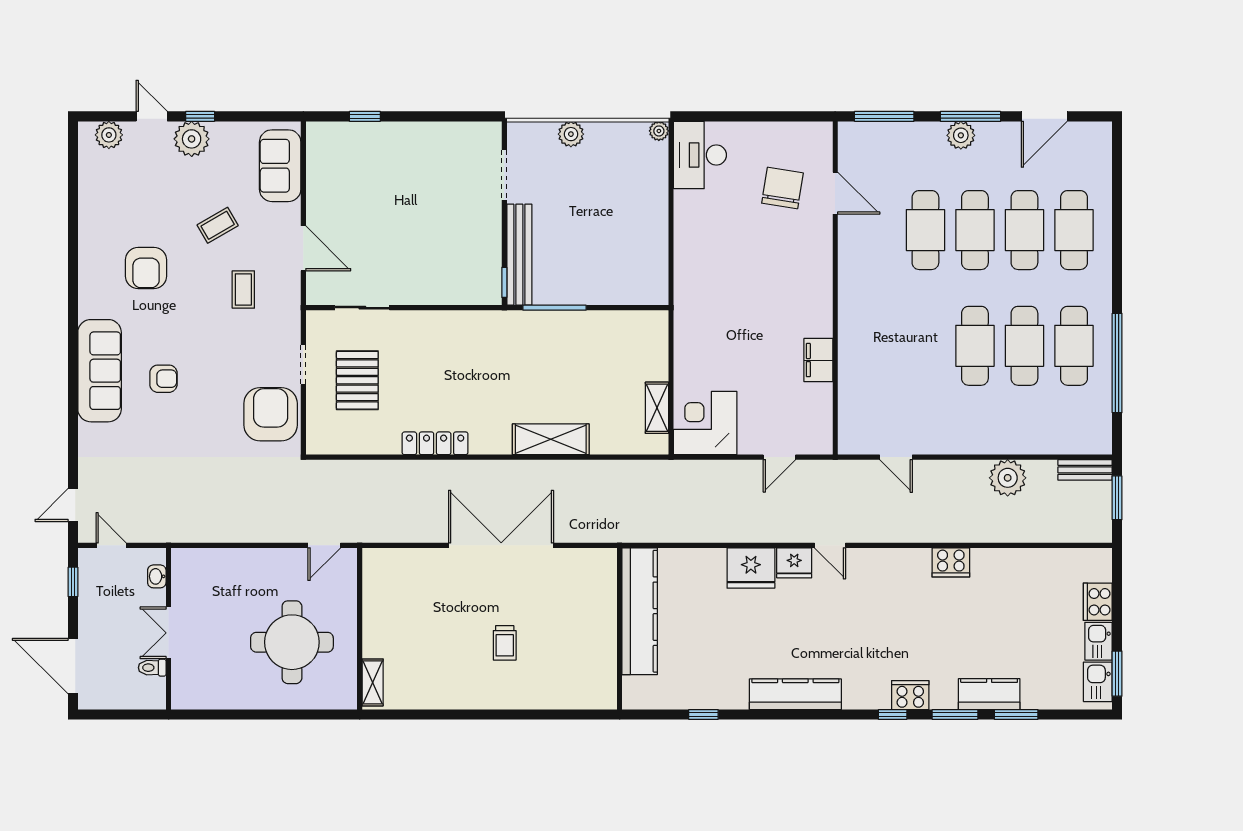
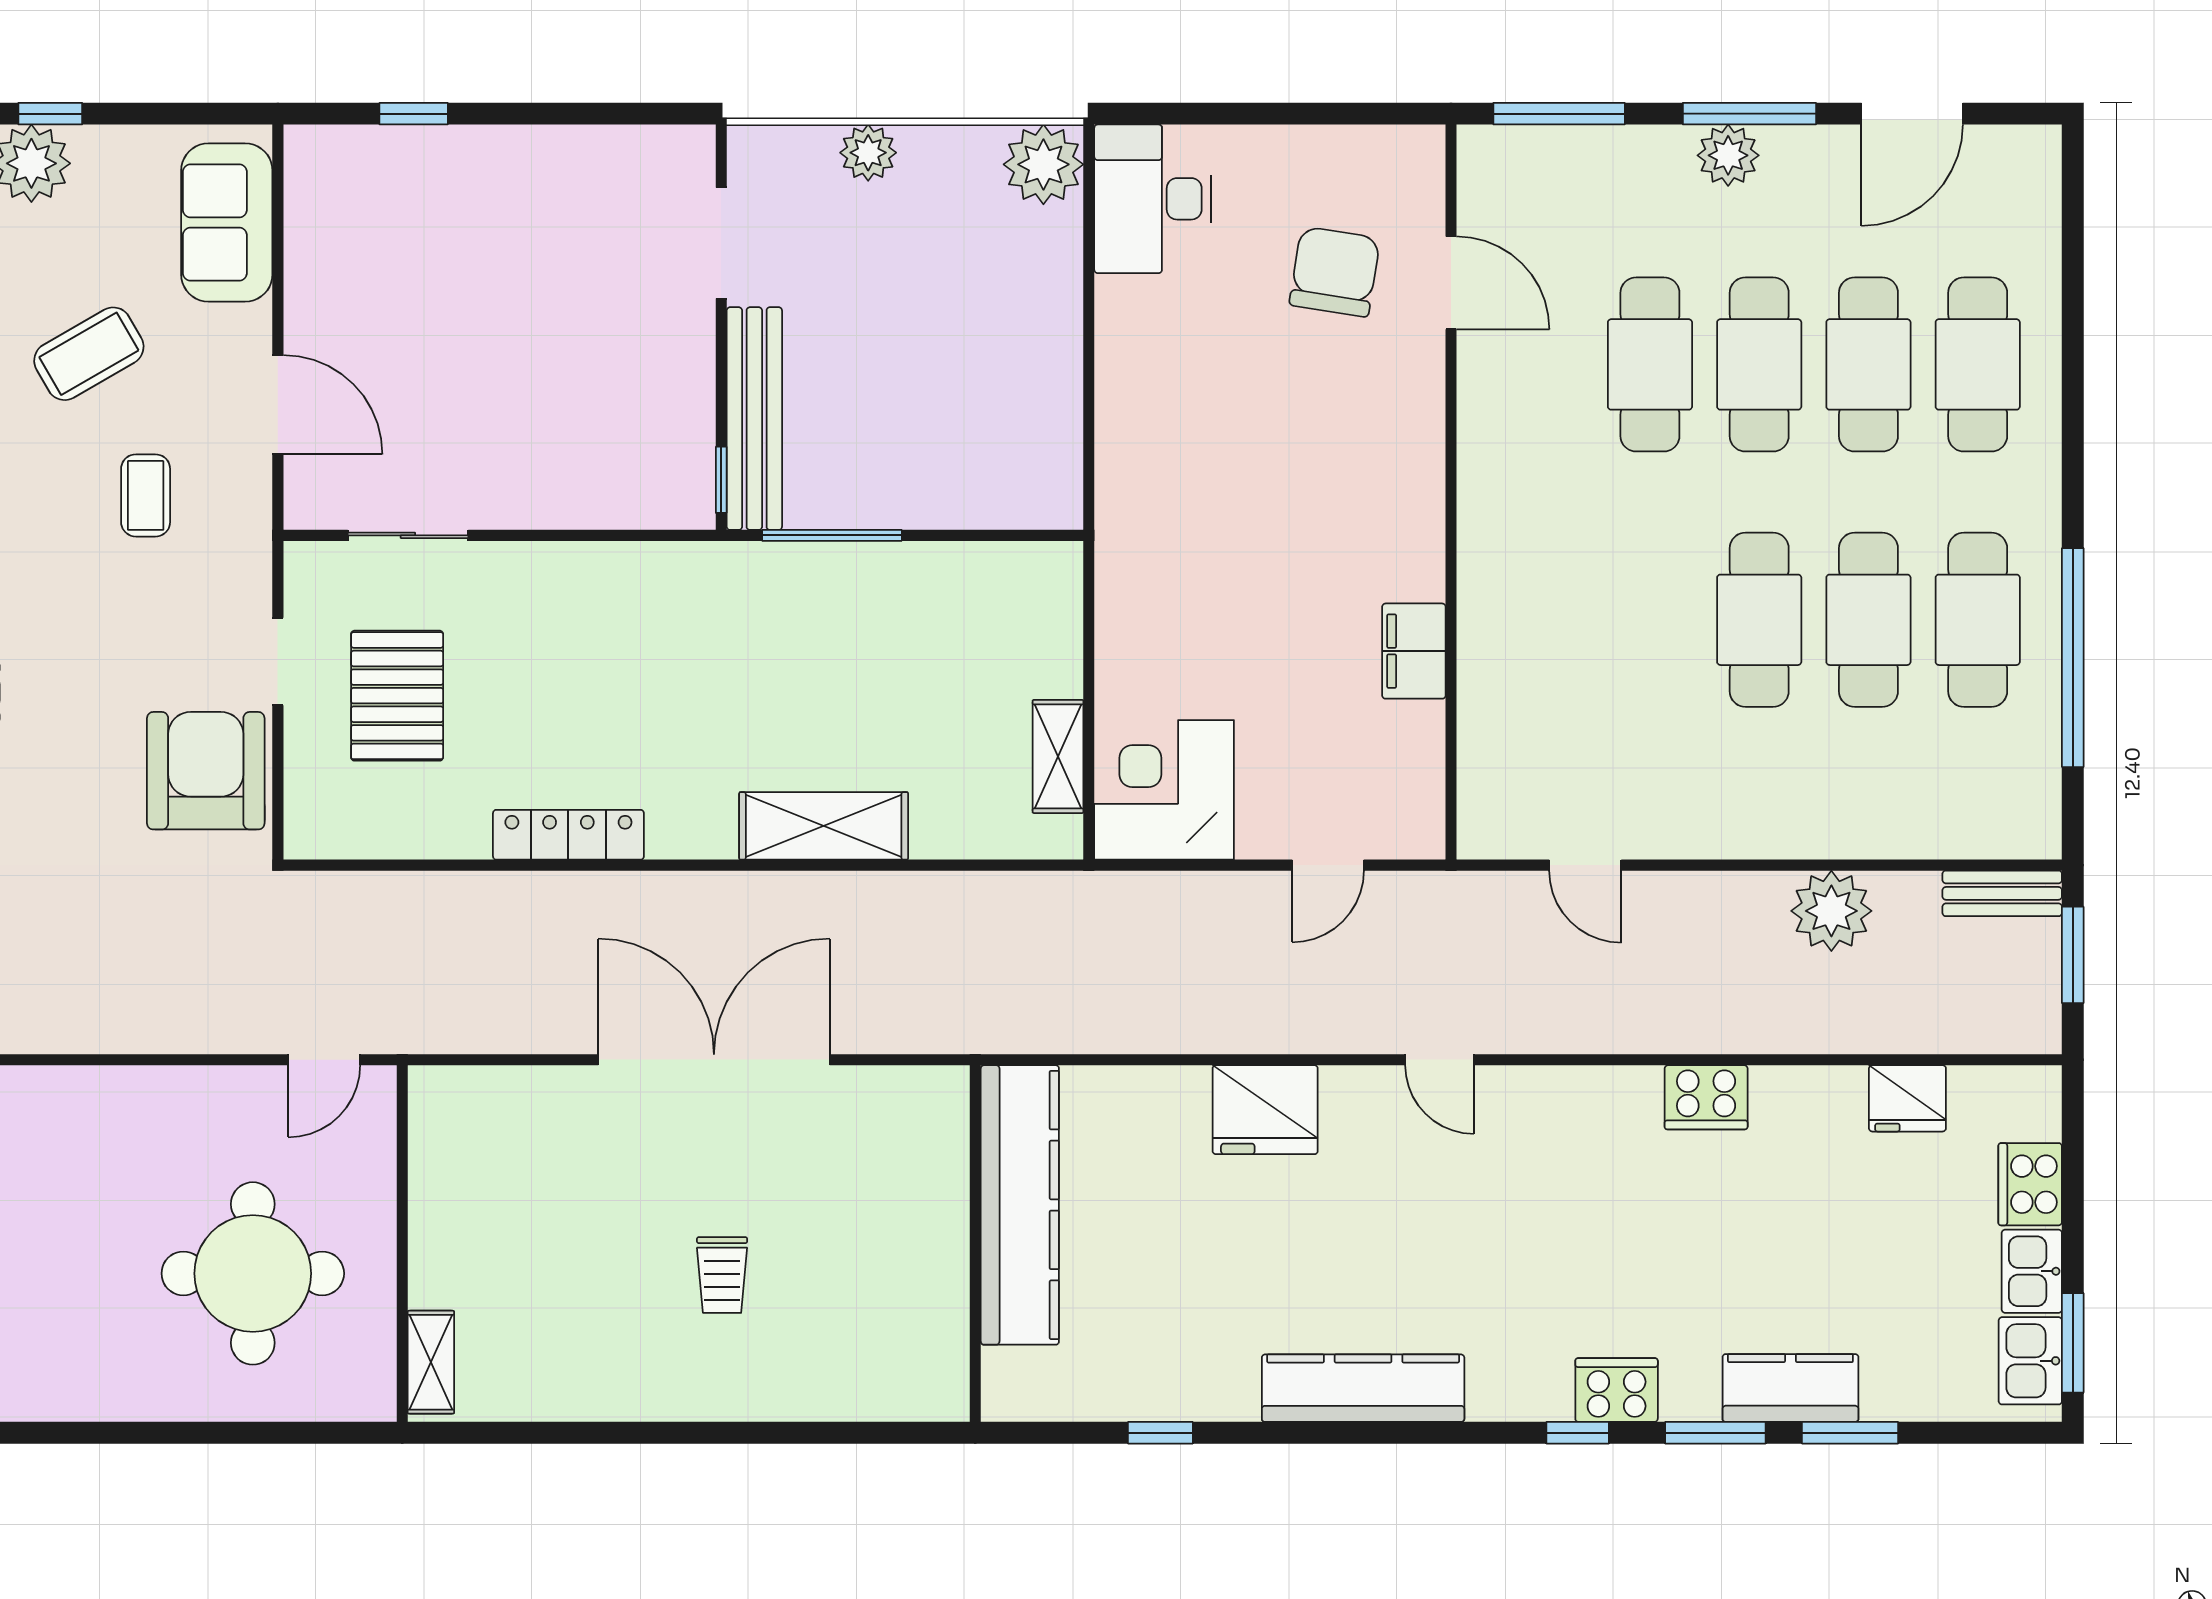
plant: (659, 131) -> (1043, 164), width x1.88, depth x1.88
coffee table: (218, 225) -> (89, 354), width x1.36, depth x1.30
fridge: (794, 563) -> (1907, 1098), moved

